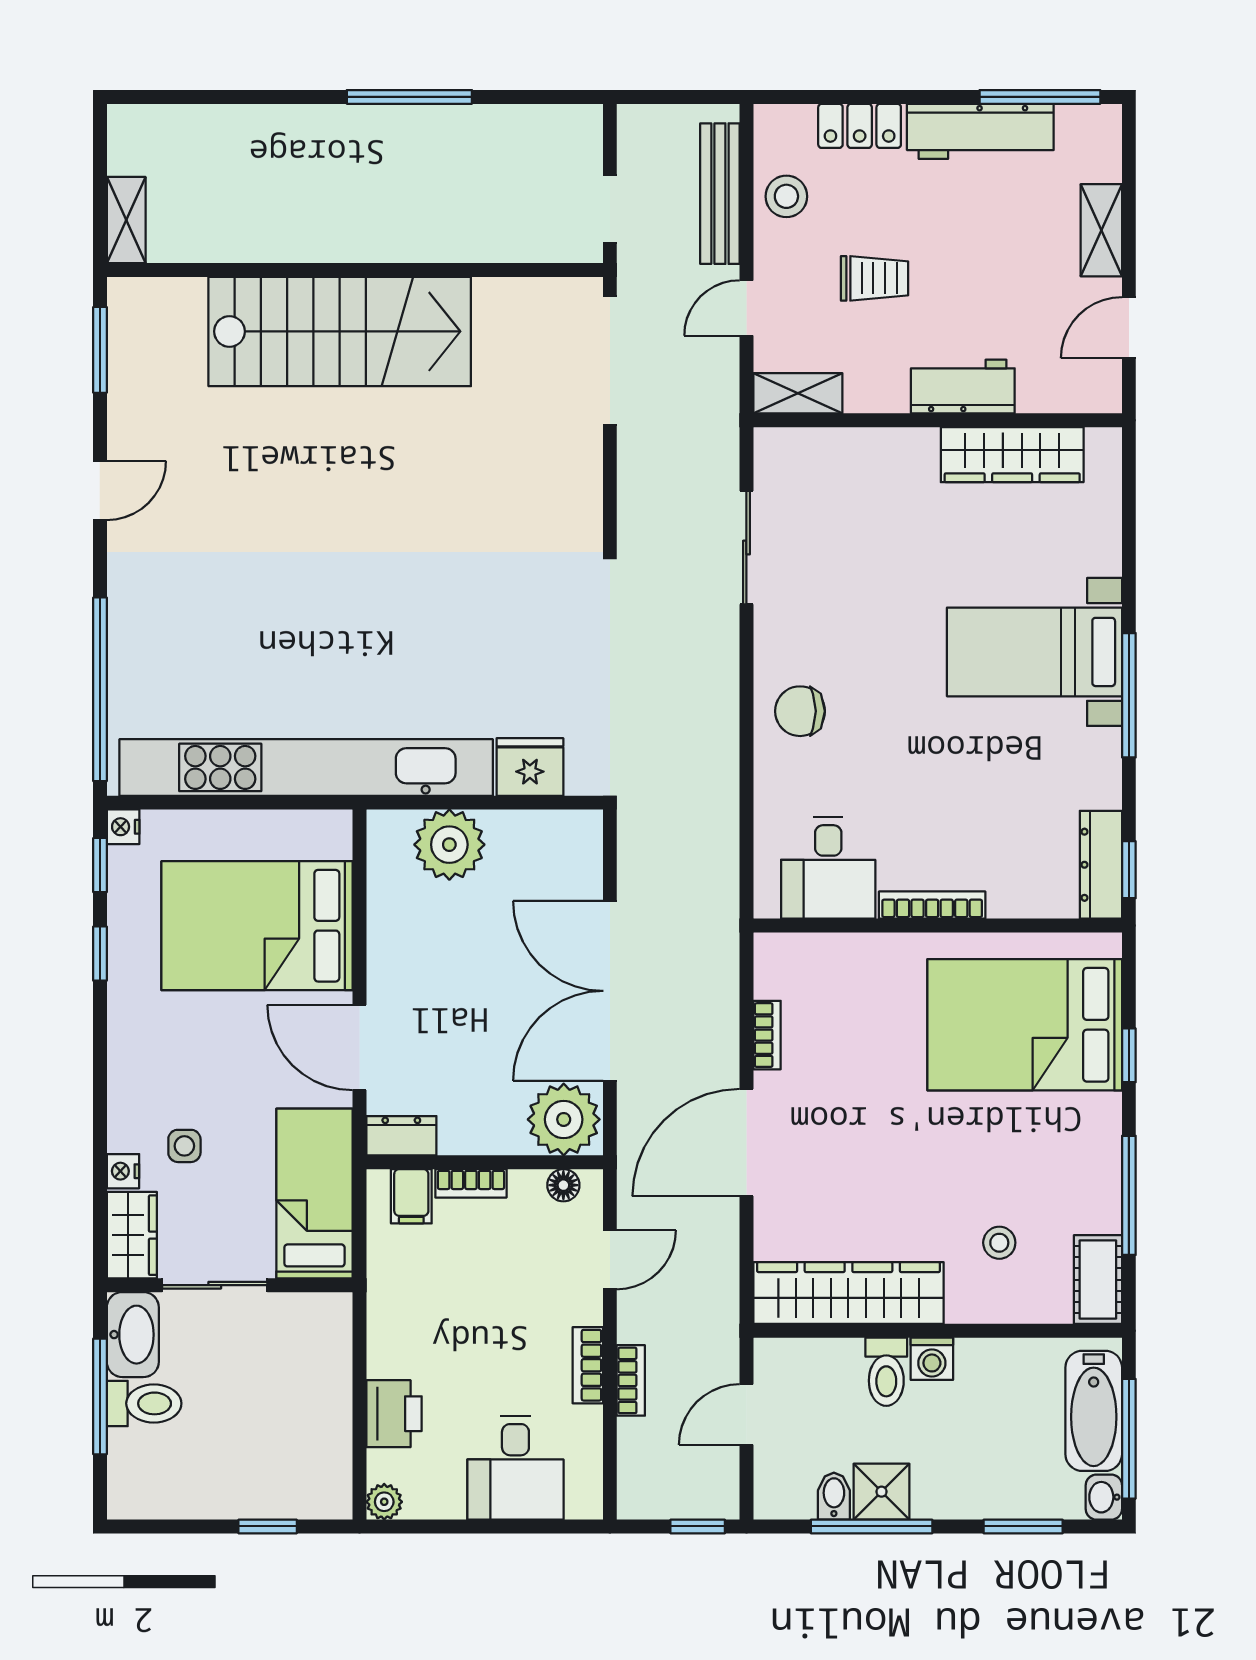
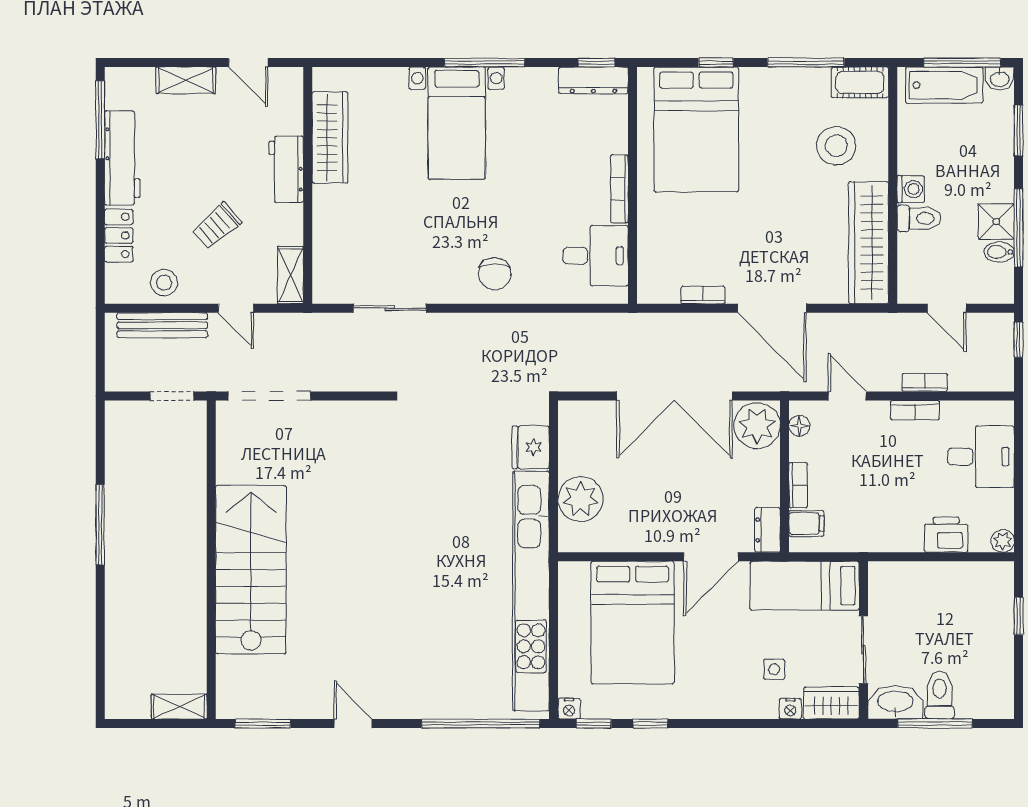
trolley: (875, 278) -> (217, 226), turned -131
stool: (999, 1243) -> (836, 146), width x1.89, depth x1.89

